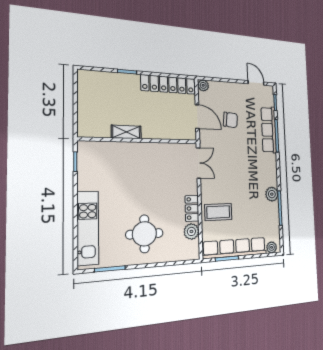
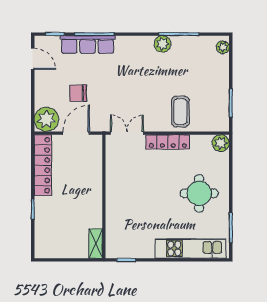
door: (256, 83) -> (33, 59), swing flipped
plant: (203, 85) -> (46, 119), width x1.87, depth x1.87
chair: (230, 120) -> (78, 93), turned -95
shelving: (126, 132) -> (96, 244), moved
locker: (192, 208) -> (168, 142), width x1.53
plant: (191, 231) -> (221, 143), moved
row of seats: (235, 248) -> (220, 93), removed

